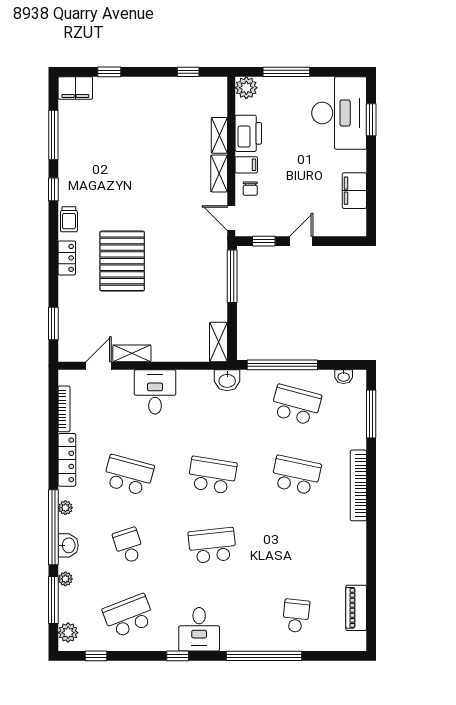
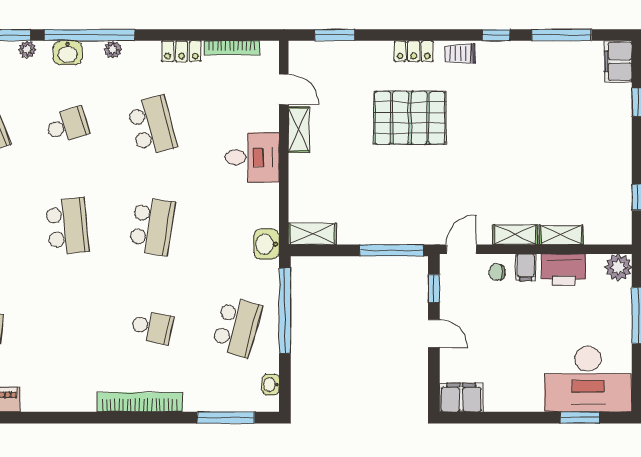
filing cabinet: (354, 191) -> (461, 397), moved
locker: (67, 460) -> (181, 51), width x0.66
school desk: (128, 475) -> (152, 125), turned -30
school desk: (296, 475) -> (152, 327), width x0.54

